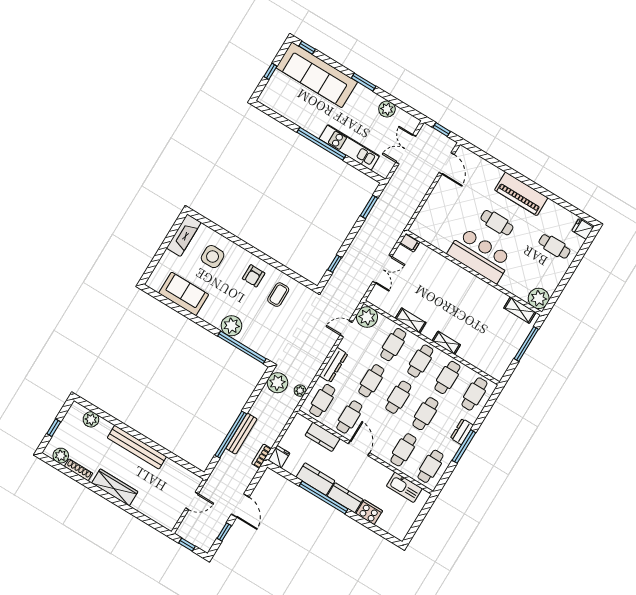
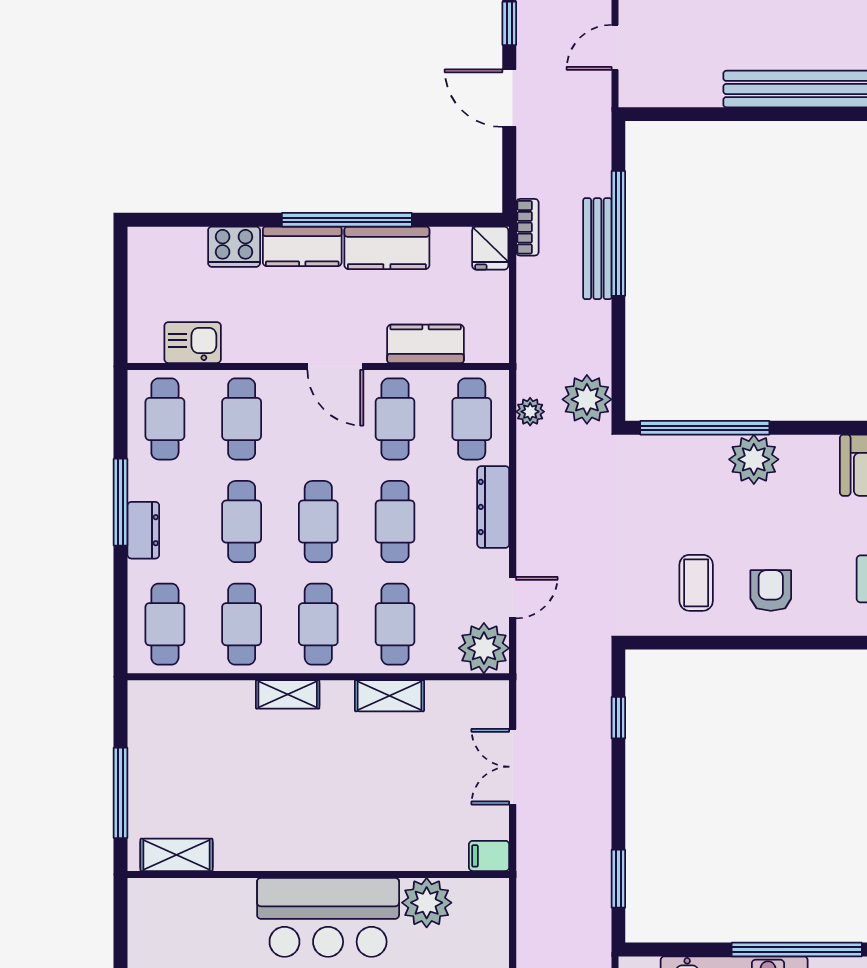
plant: (539, 298) -> (427, 903), moved
kitchen sink: (404, 487) -> (193, 343), width x0.73

